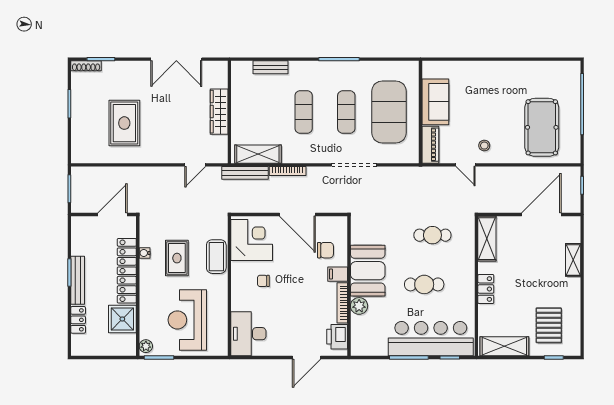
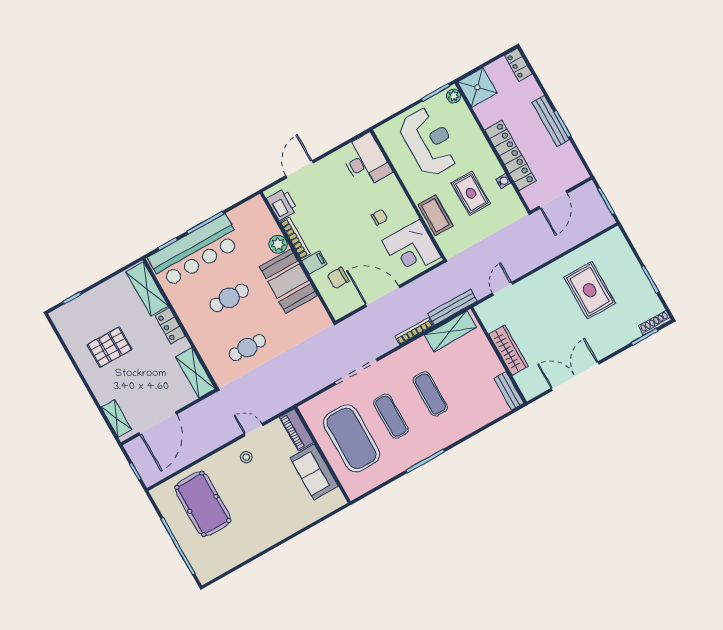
bench: (270, 67) -> (509, 391), moved, turned 90
shelving: (573, 260) -> (116, 418), moved
shower: (122, 319) -> (477, 87), moved
locker: (78, 320) -> (518, 65), moved
pallet: (549, 325) -> (110, 347), moved, turned 90
shelving: (504, 346) -> (147, 289), moved, turned 90

